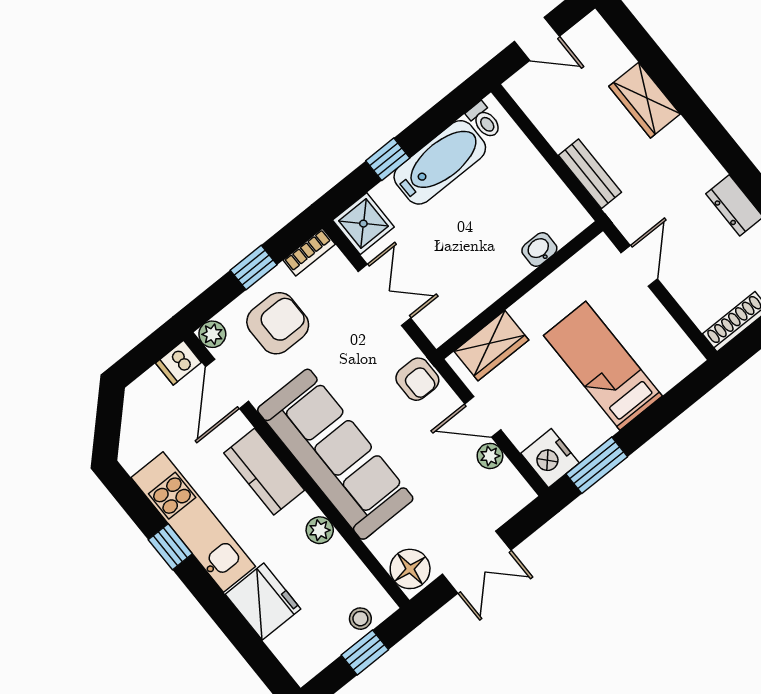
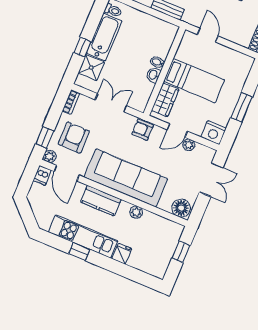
shower: (363, 224) -> (91, 68), moved
washbasin: (539, 249) -> (153, 75), moved
bidet: (515, 266) -> (157, 62), added
window: (254, 267) -> (45, 137), moved
bed: (603, 366) -> (194, 81), moved, turned 180
armchair: (417, 379) -> (143, 130), turned 180
window: (597, 465) -> (242, 107), moved
double door: (477, 562) -> (211, 180), moved
fridge: (263, 602) -> (122, 254), width x0.53, depth x0.75
stool: (360, 619) -> (172, 239), removed

